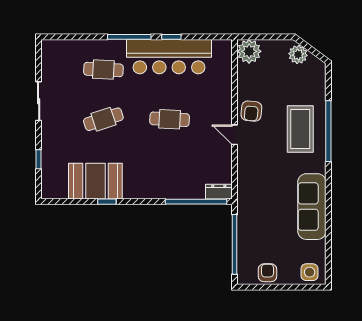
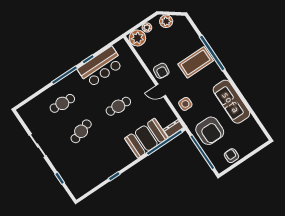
plant: (269, 46) -> (147, 28), added
bar counter: (169, 57) -> (101, 67), width x0.73
coffee table: (300, 129) -> (196, 62), turned 90
booth: (95, 181) -> (146, 138), moved
armchair: (261, 224) -> (210, 131), added
side table: (310, 272) -> (185, 104), moved

